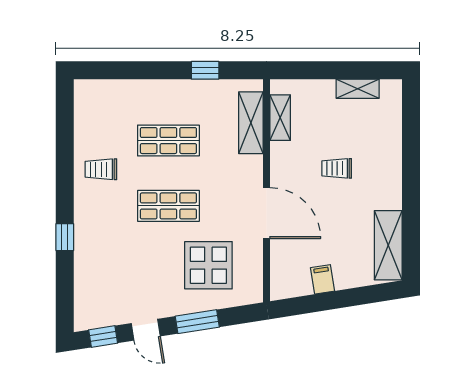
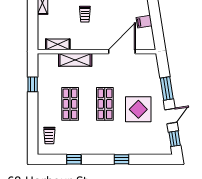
shelving: (251, 123) -> (75, 60), moved
window: (65, 148) -> (74, 159), added
trolley: (101, 169) -> (49, 136), moved
door: (267, 213) -> (122, 52), moved
display table: (208, 265) -> (138, 109), moved

